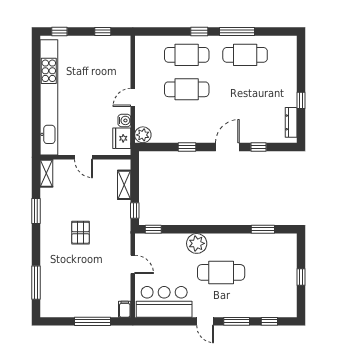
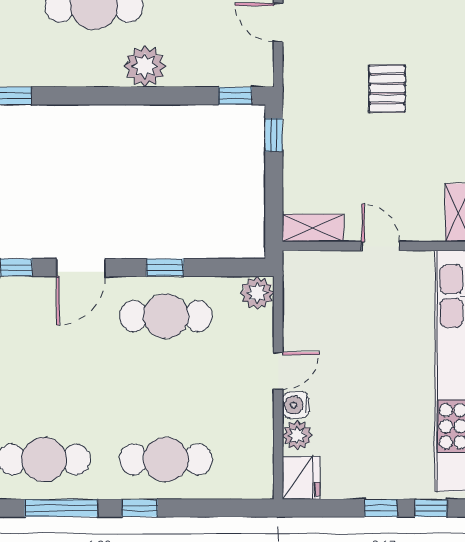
window: (103, 32) -> (381, 508), moved
plant: (124, 66) -> (297, 435), added
cafe table: (187, 89) -> (166, 316), moved
water cooler: (124, 120) -> (296, 405), moved
fridge: (122, 138) -> (301, 478), moved
shelving: (124, 185) -> (313, 228), moved, turned 90

